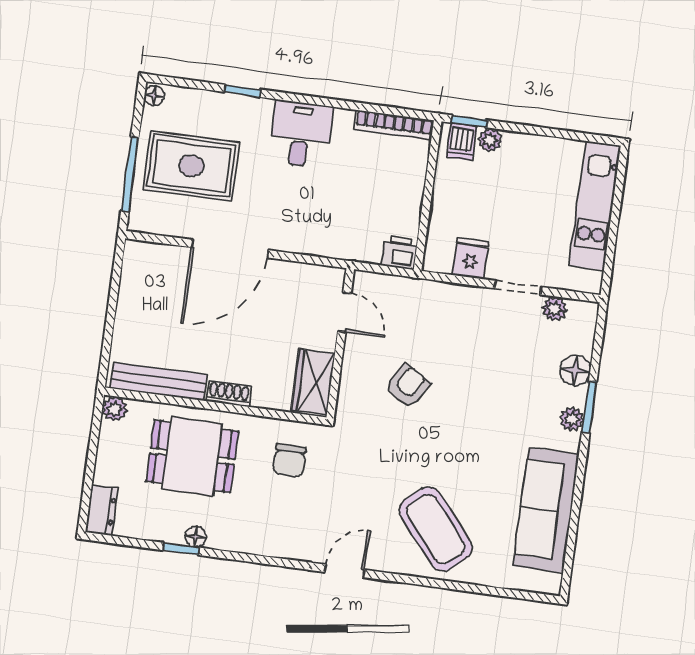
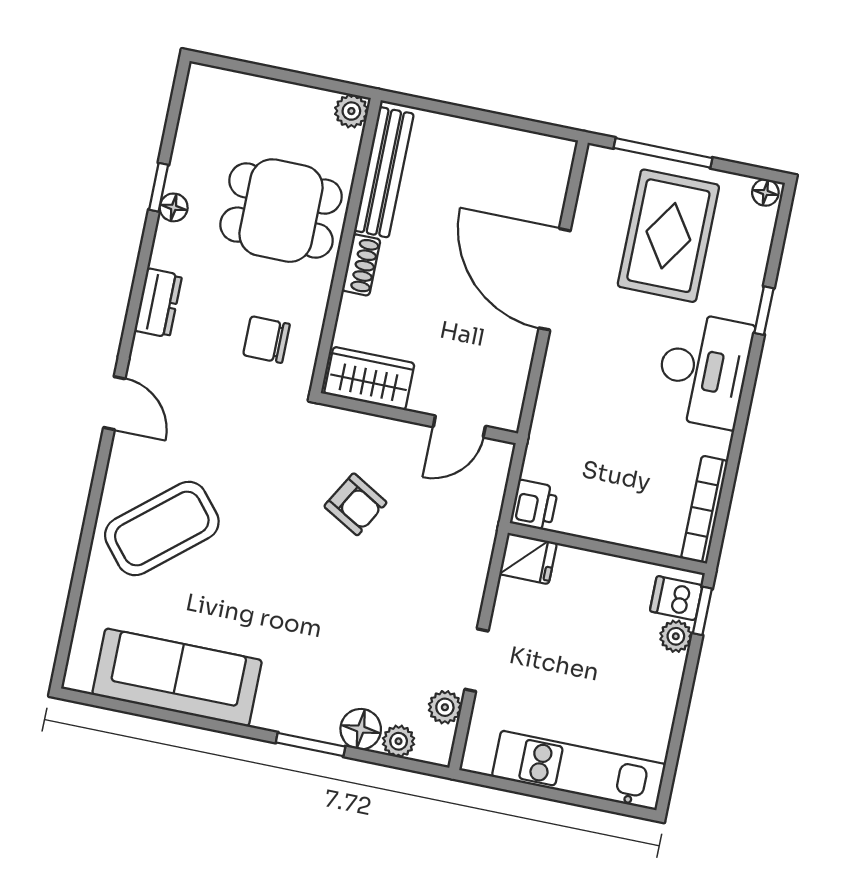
desk: (301, 134) -> (704, 370), width x1.37
fridge: (470, 258) -> (528, 559), moved
plant: (572, 419) -> (399, 741), moved
dining table: (192, 456) -> (281, 211), turned 90
dresser: (102, 510) -> (158, 303), moved, turned -90

